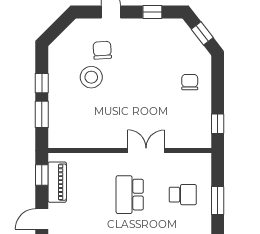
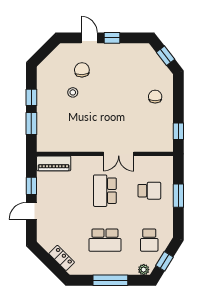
window: (152, 12) -> (112, 38), moved
stool: (91, 77) -> (73, 92), width x0.53, depth x0.53
double door: (146, 151) -> (119, 154), swing flipped
window: (42, 175) -> (31, 186), moved
piano: (57, 182) -> (54, 163), moved, turned 90

